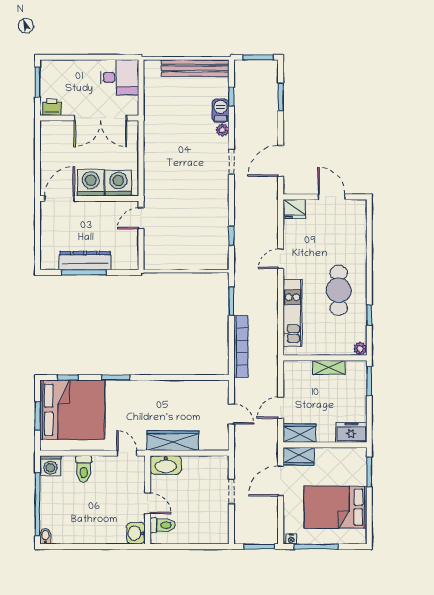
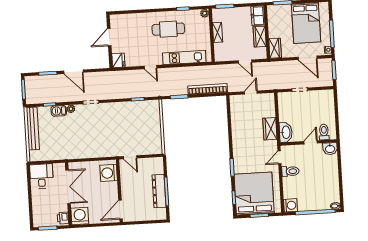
door: (281, 161) -> (73, 72), moved
washing machine: (91, 183) -> (80, 216), moved, turned 90
door: (60, 198) -> (121, 210), hinge flipped
wardrobe: (300, 433) -> (260, 37), moved
wardrobe: (173, 441) -> (270, 129), width x0.67
toilet: (84, 469) -> (290, 171), moved
door: (281, 481) -> (308, 58), moved

